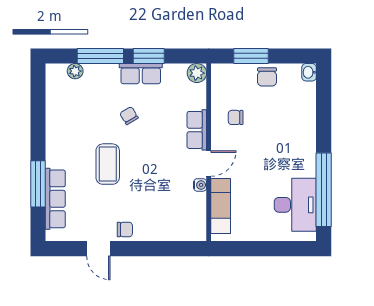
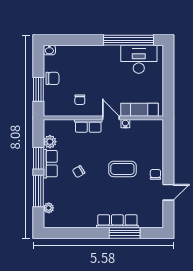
plant: (197, 73) -> (50, 142), moved
coffee table: (108, 164) -> (122, 169), moved
row of seats: (55, 199) -> (117, 221), moved

